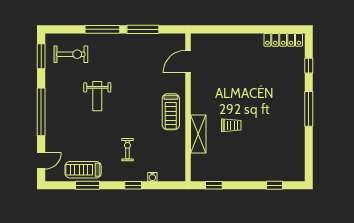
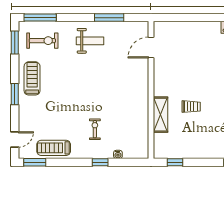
window: (102, 29) -> (40, 18), moved
weight bench: (97, 96) -> (90, 41), moved, turned -90
window: (41, 112) -> (15, 94), width x0.47
treadmill: (171, 112) -> (32, 78), moved, turned 180
window: (88, 185) -> (35, 162), moved

